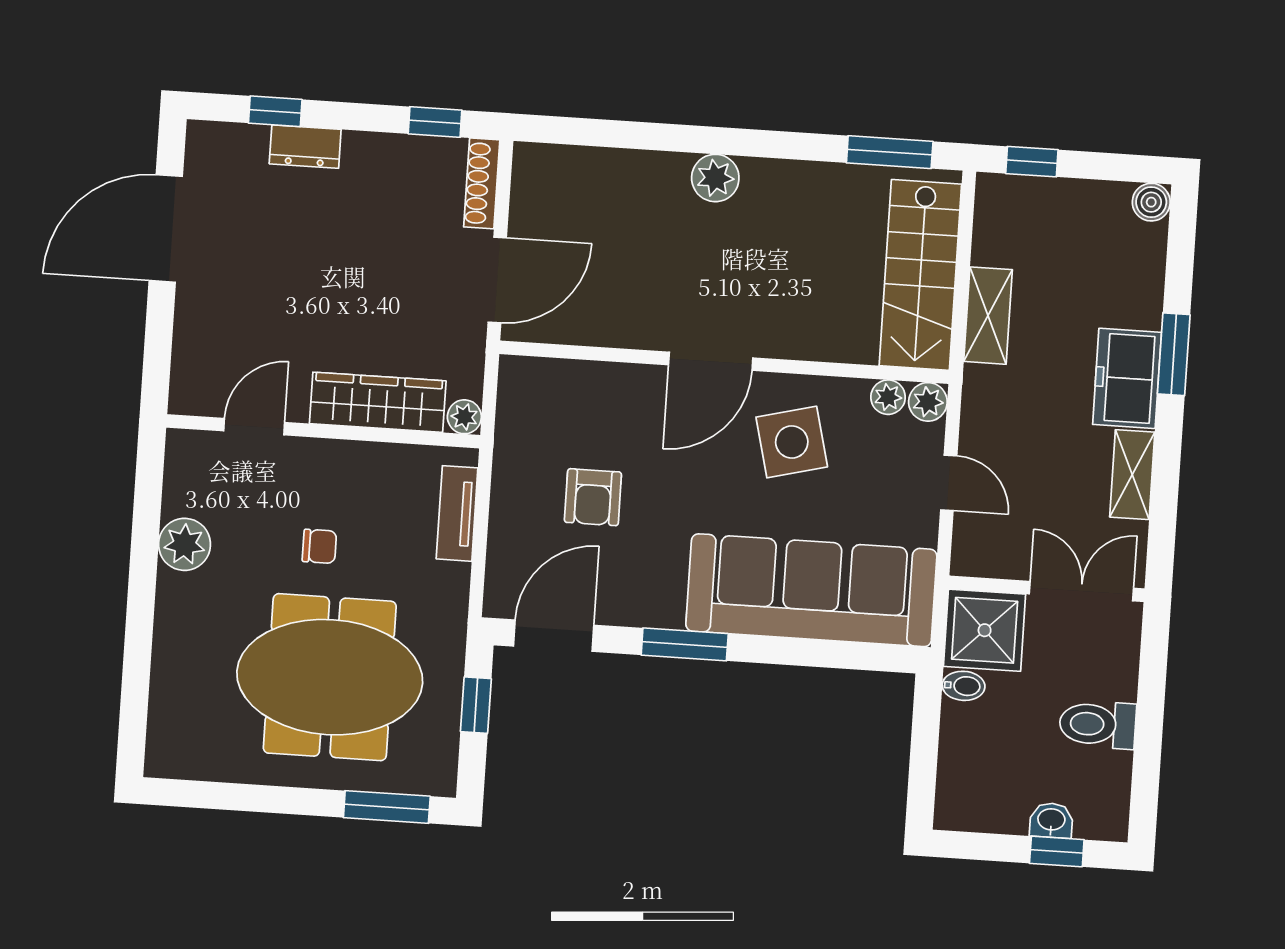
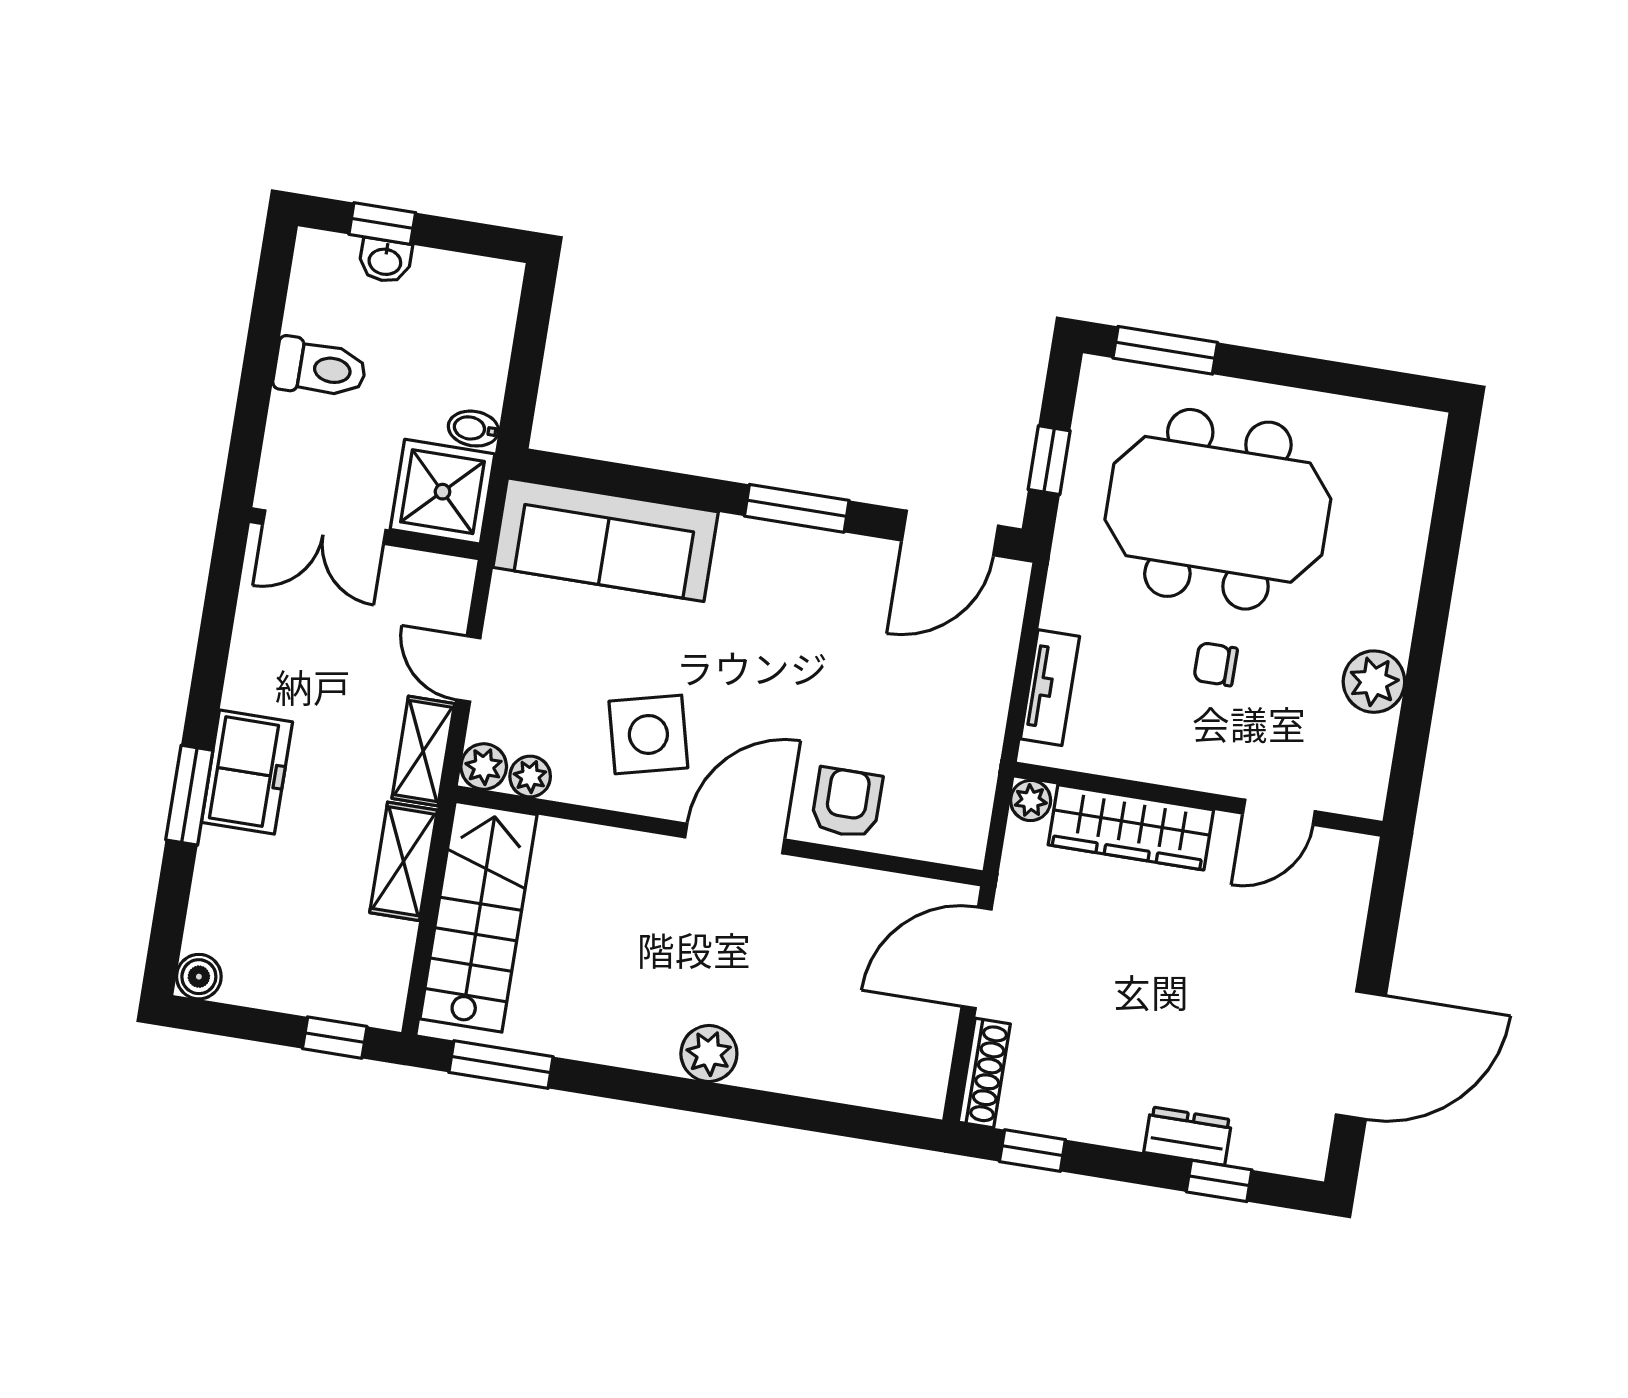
shelving: (1132, 475) -> (423, 751), moved
armchair: (593, 497) -> (847, 803), moved
sofa: (811, 590) -> (606, 540), width x0.74, depth x0.79

